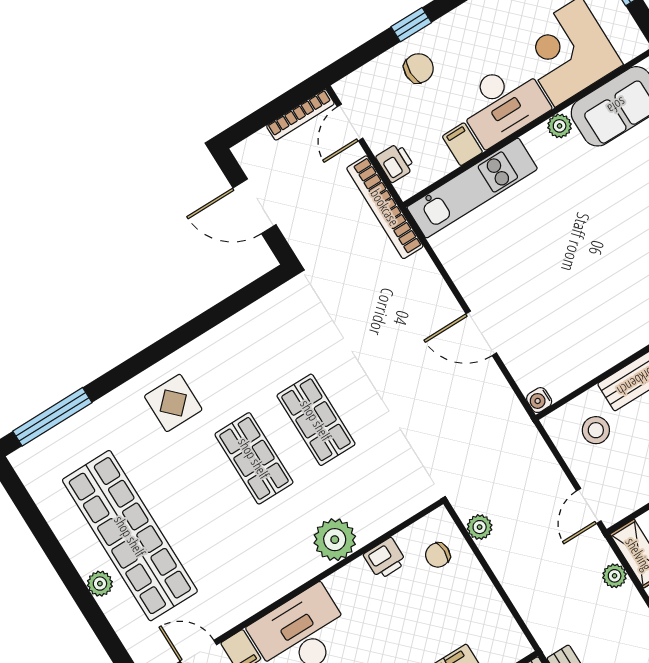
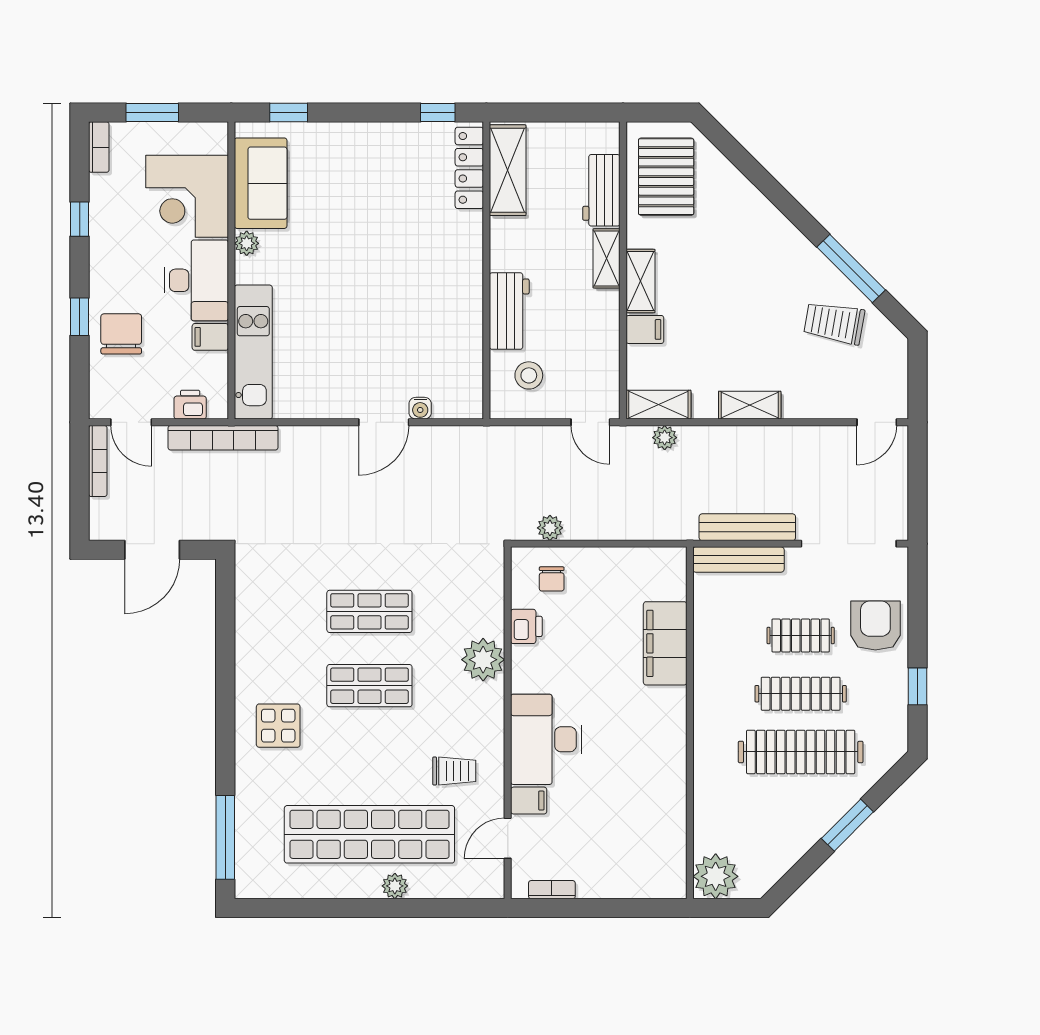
chair: (419, 68) -> (121, 334), width x1.37, depth x1.37
water cooler: (539, 400) -> (420, 408), moved
trolley: (227, 573) -> (454, 771), added

